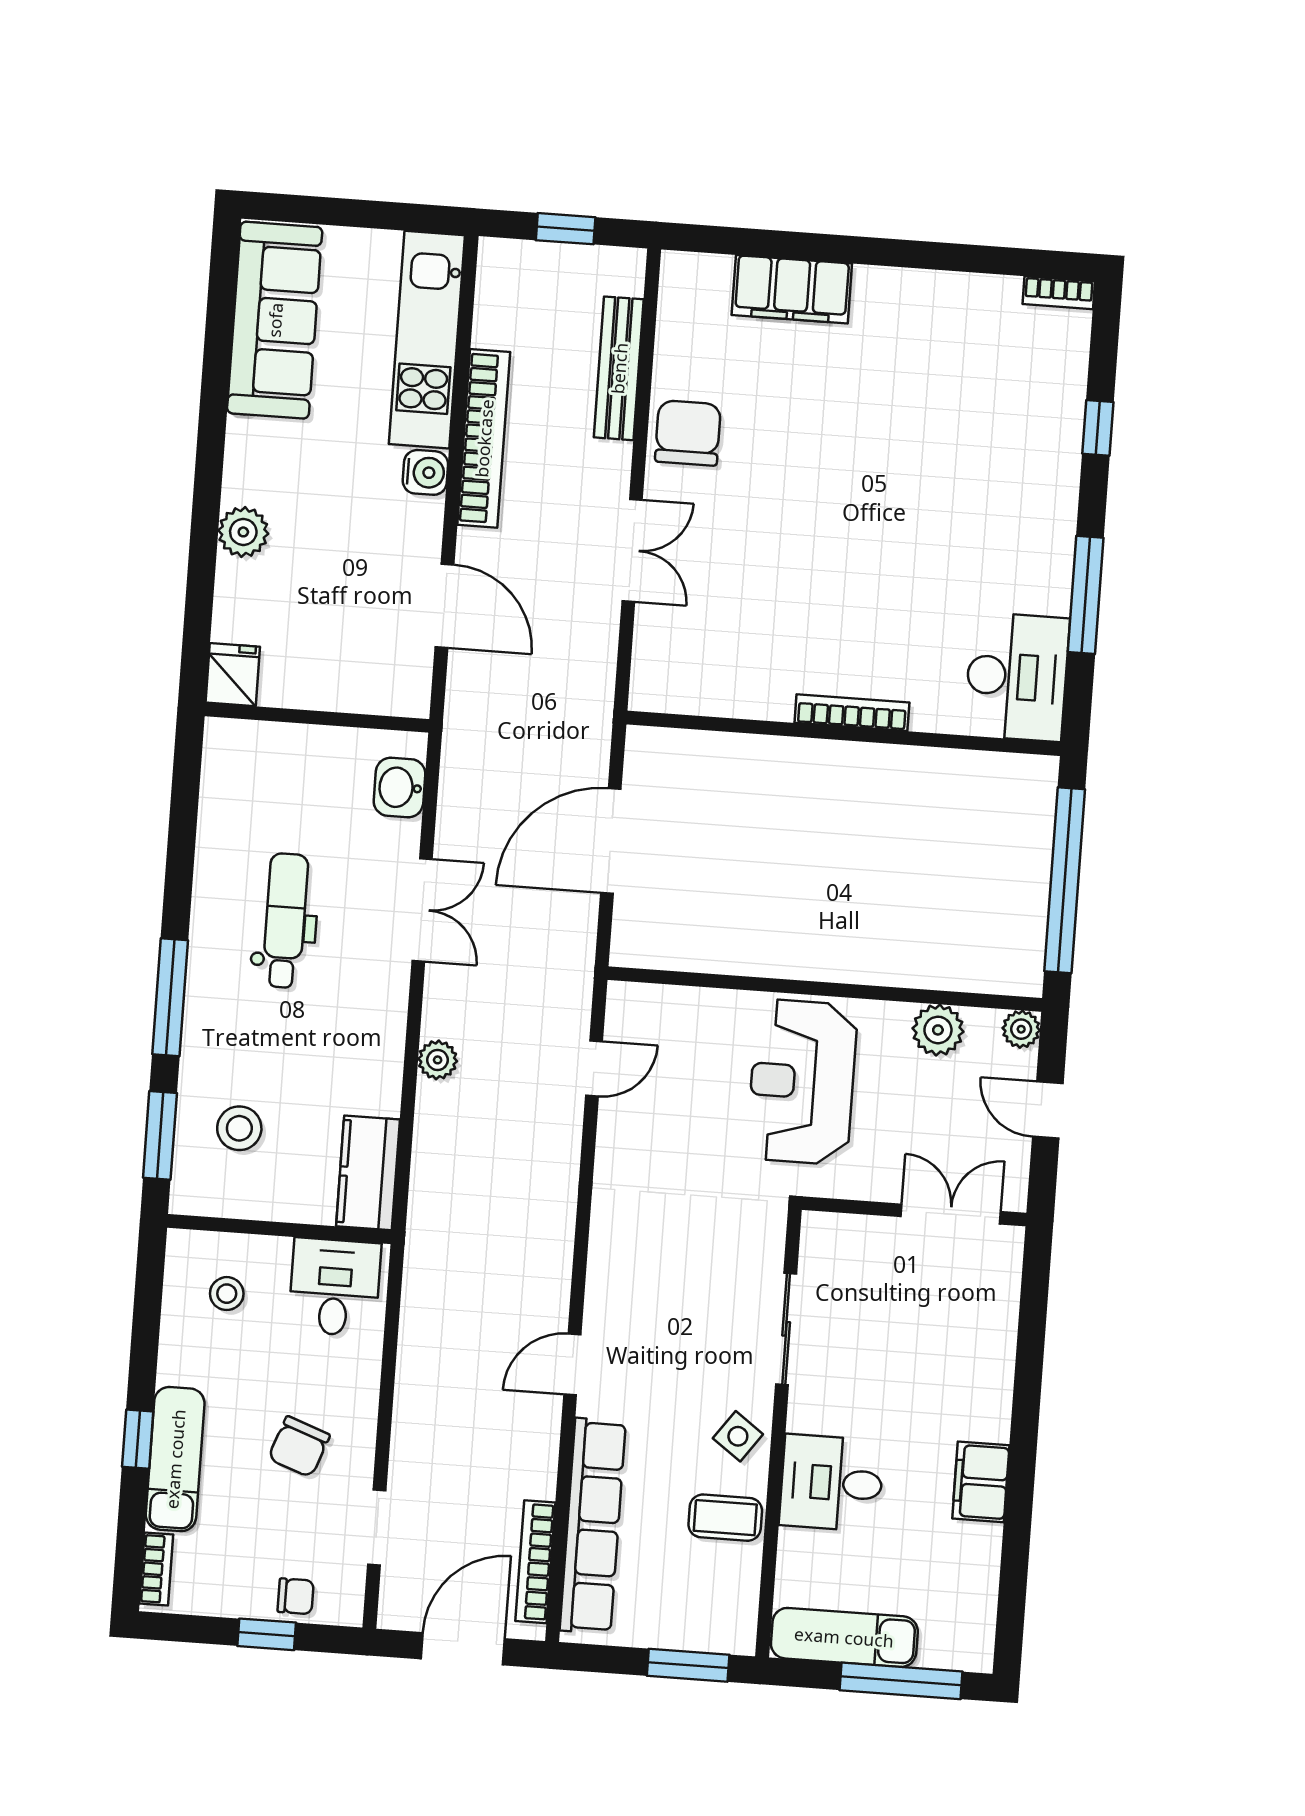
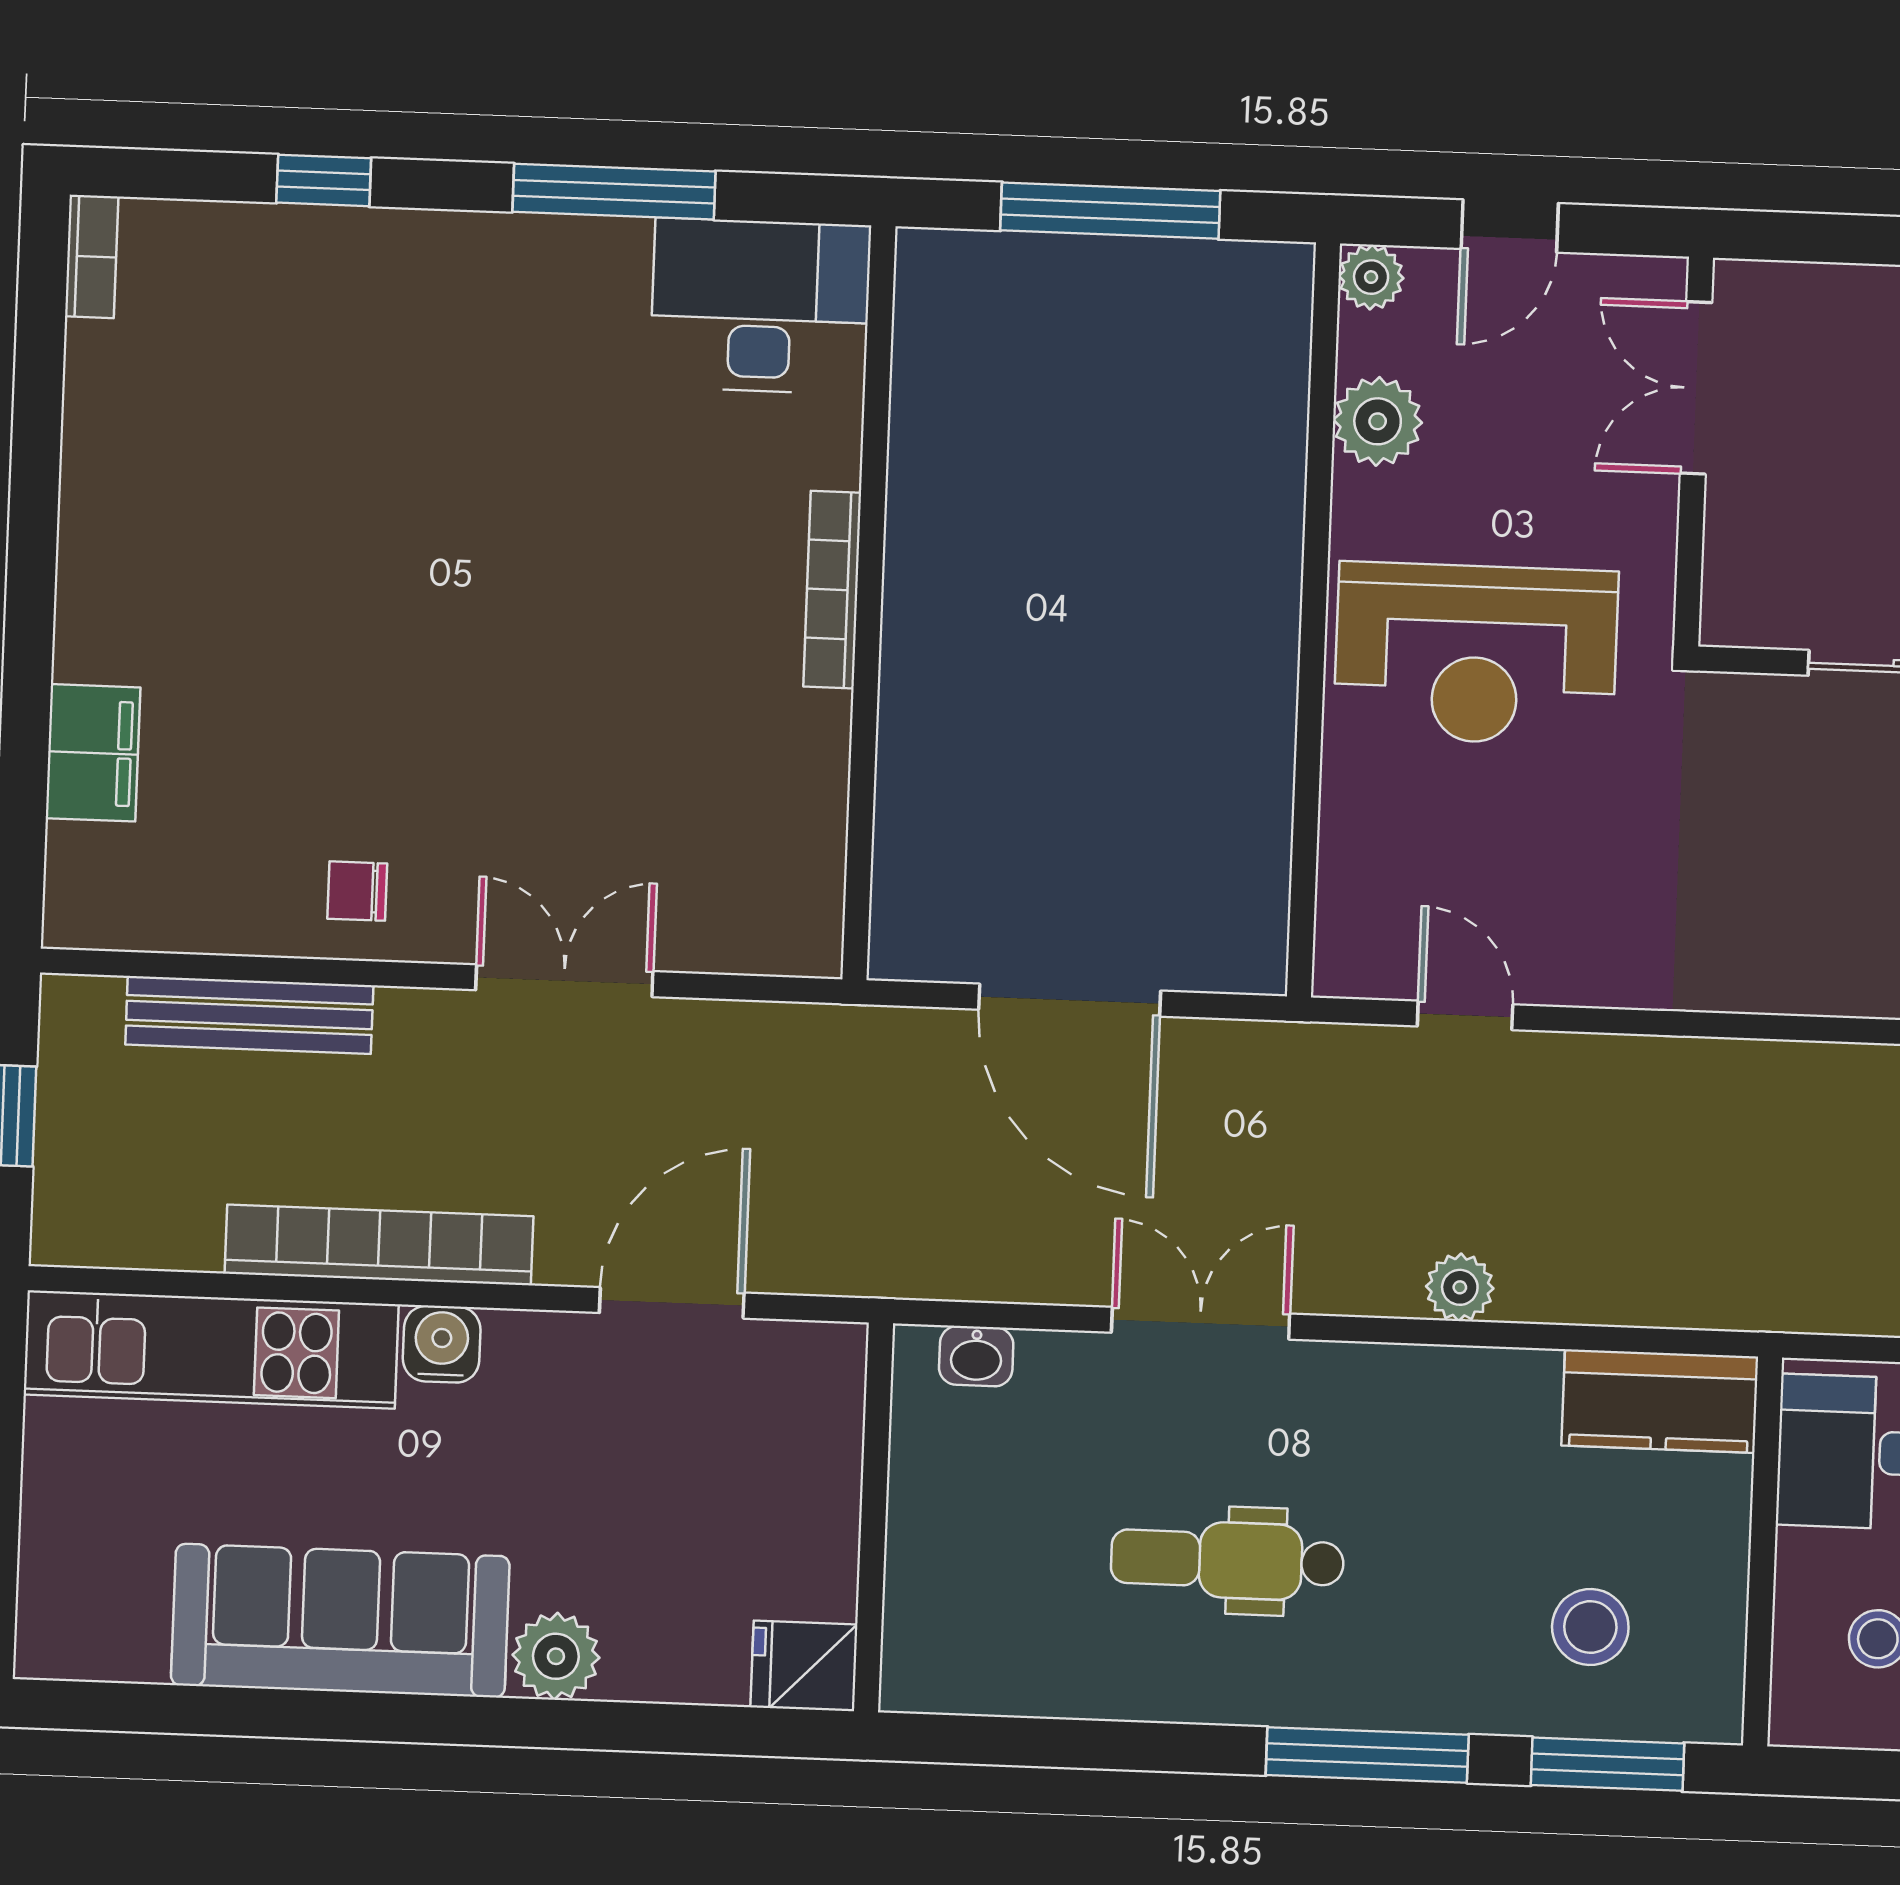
filing cabinet: (792, 289) -> (93, 753), width x0.67, depth x0.86
sofa: (275, 320) -> (340, 1621), moved
chair: (688, 433) -> (357, 891), width x0.54, depth x0.54
washbasin: (399, 788) -> (976, 1356), width x0.72, depth x0.69
window: (1065, 880) -> (1110, 211), width x0.68

